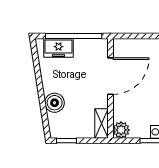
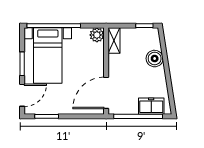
door: (110, 76) -> (106, 93), moved

